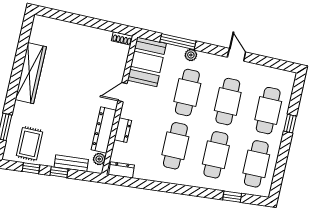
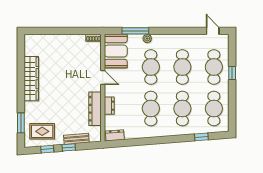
door: (237, 55) -> (213, 31), moved
door: (123, 92) -> (103, 78), swing flipped
rug: (30, 144) -> (42, 131), turned 90
plant: (99, 159) -> (96, 131), removed

